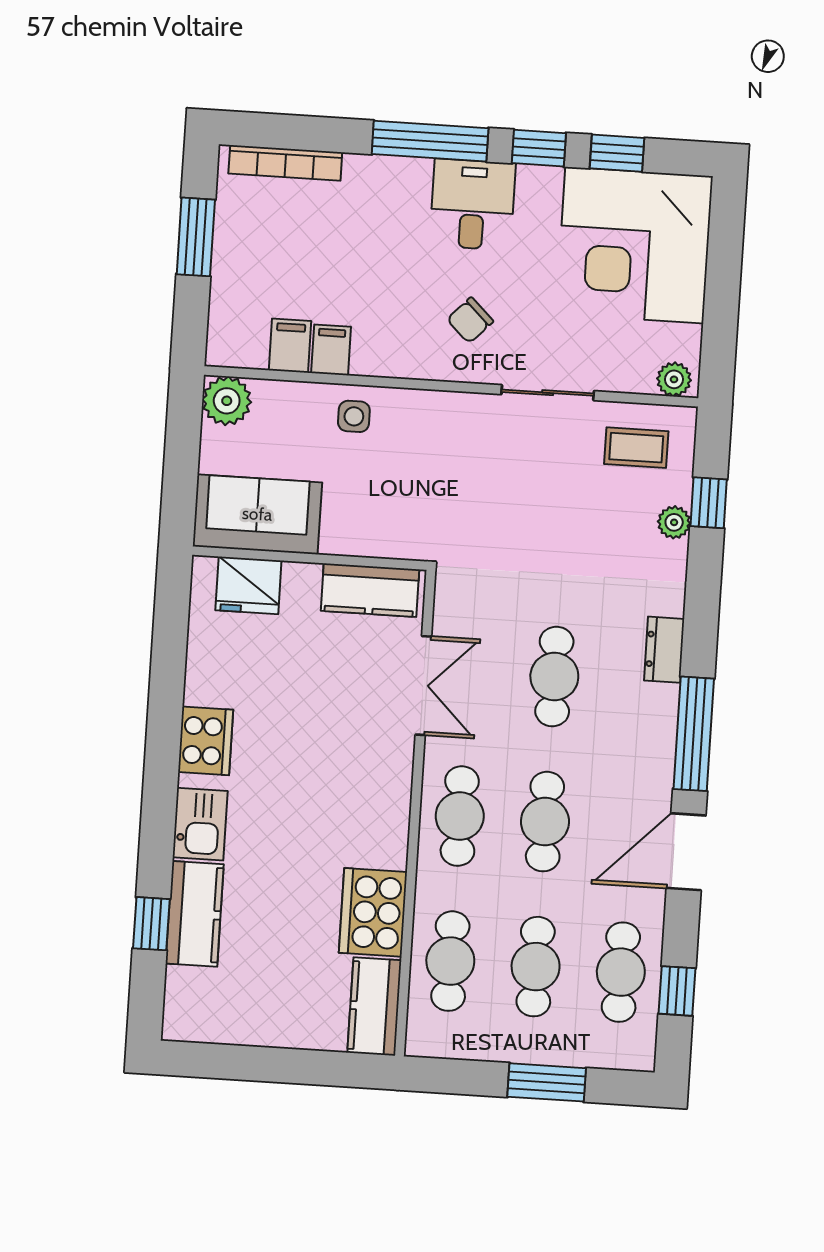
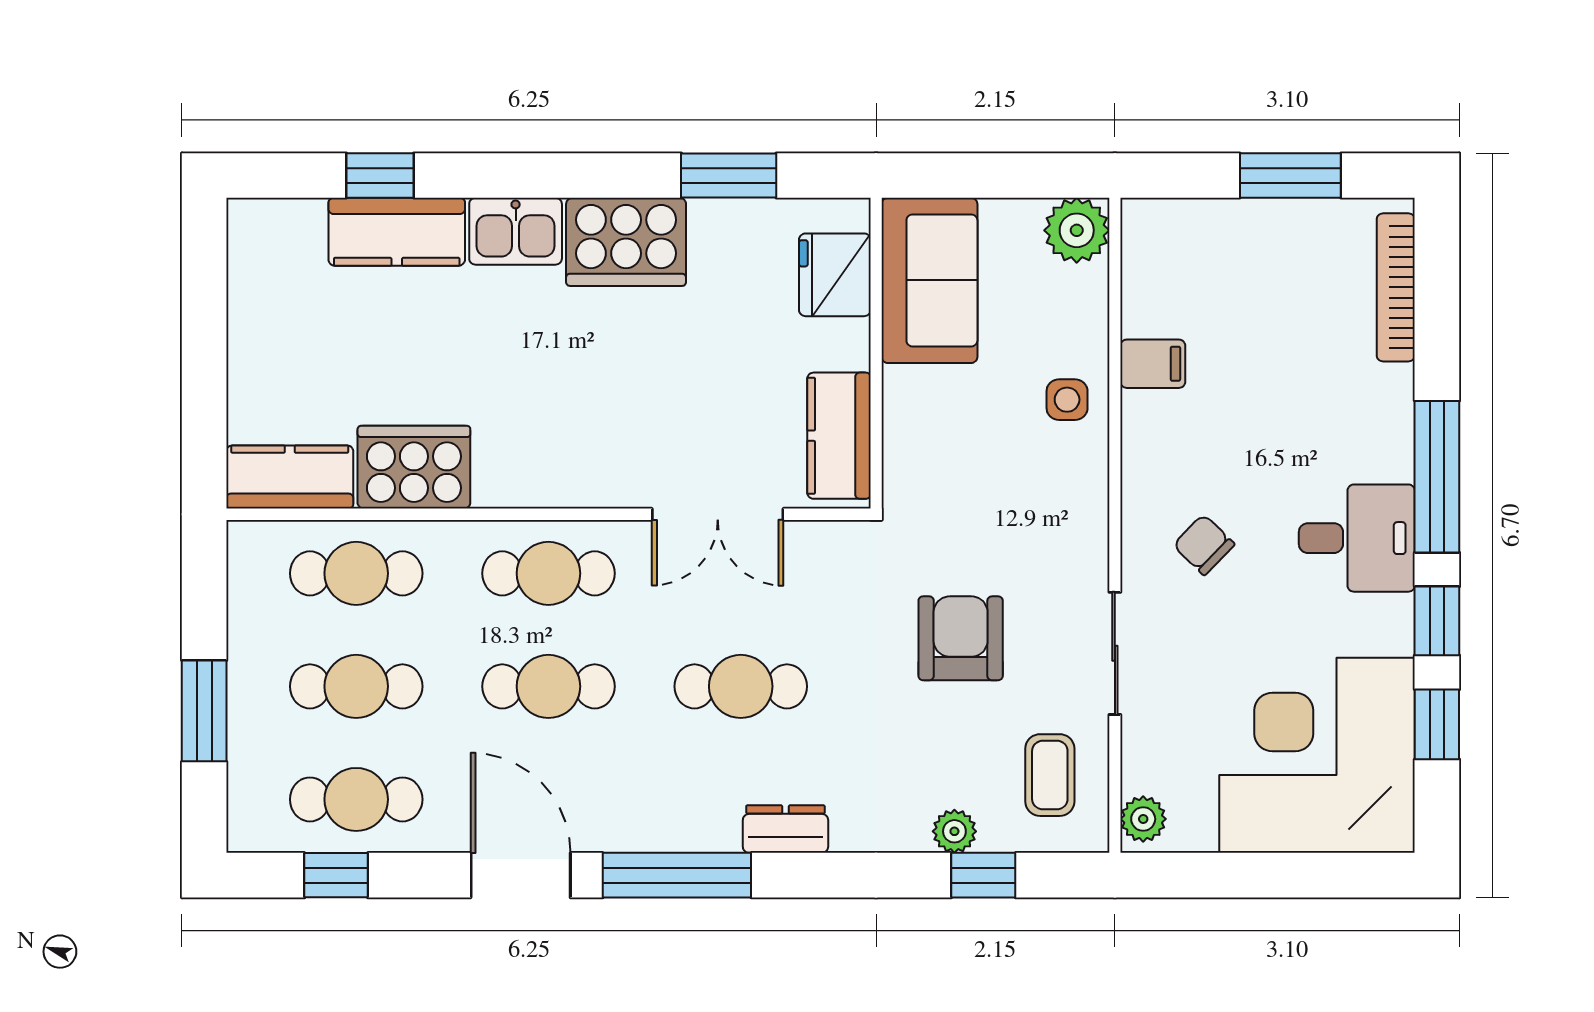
filing cabinet: (290, 346) -> (1155, 309), removed
armchair: (529, 508) -> (961, 638), added
window: (168, 661) -> (729, 176), added
cooker: (206, 741) -> (626, 242), width x1.37, depth x1.31

